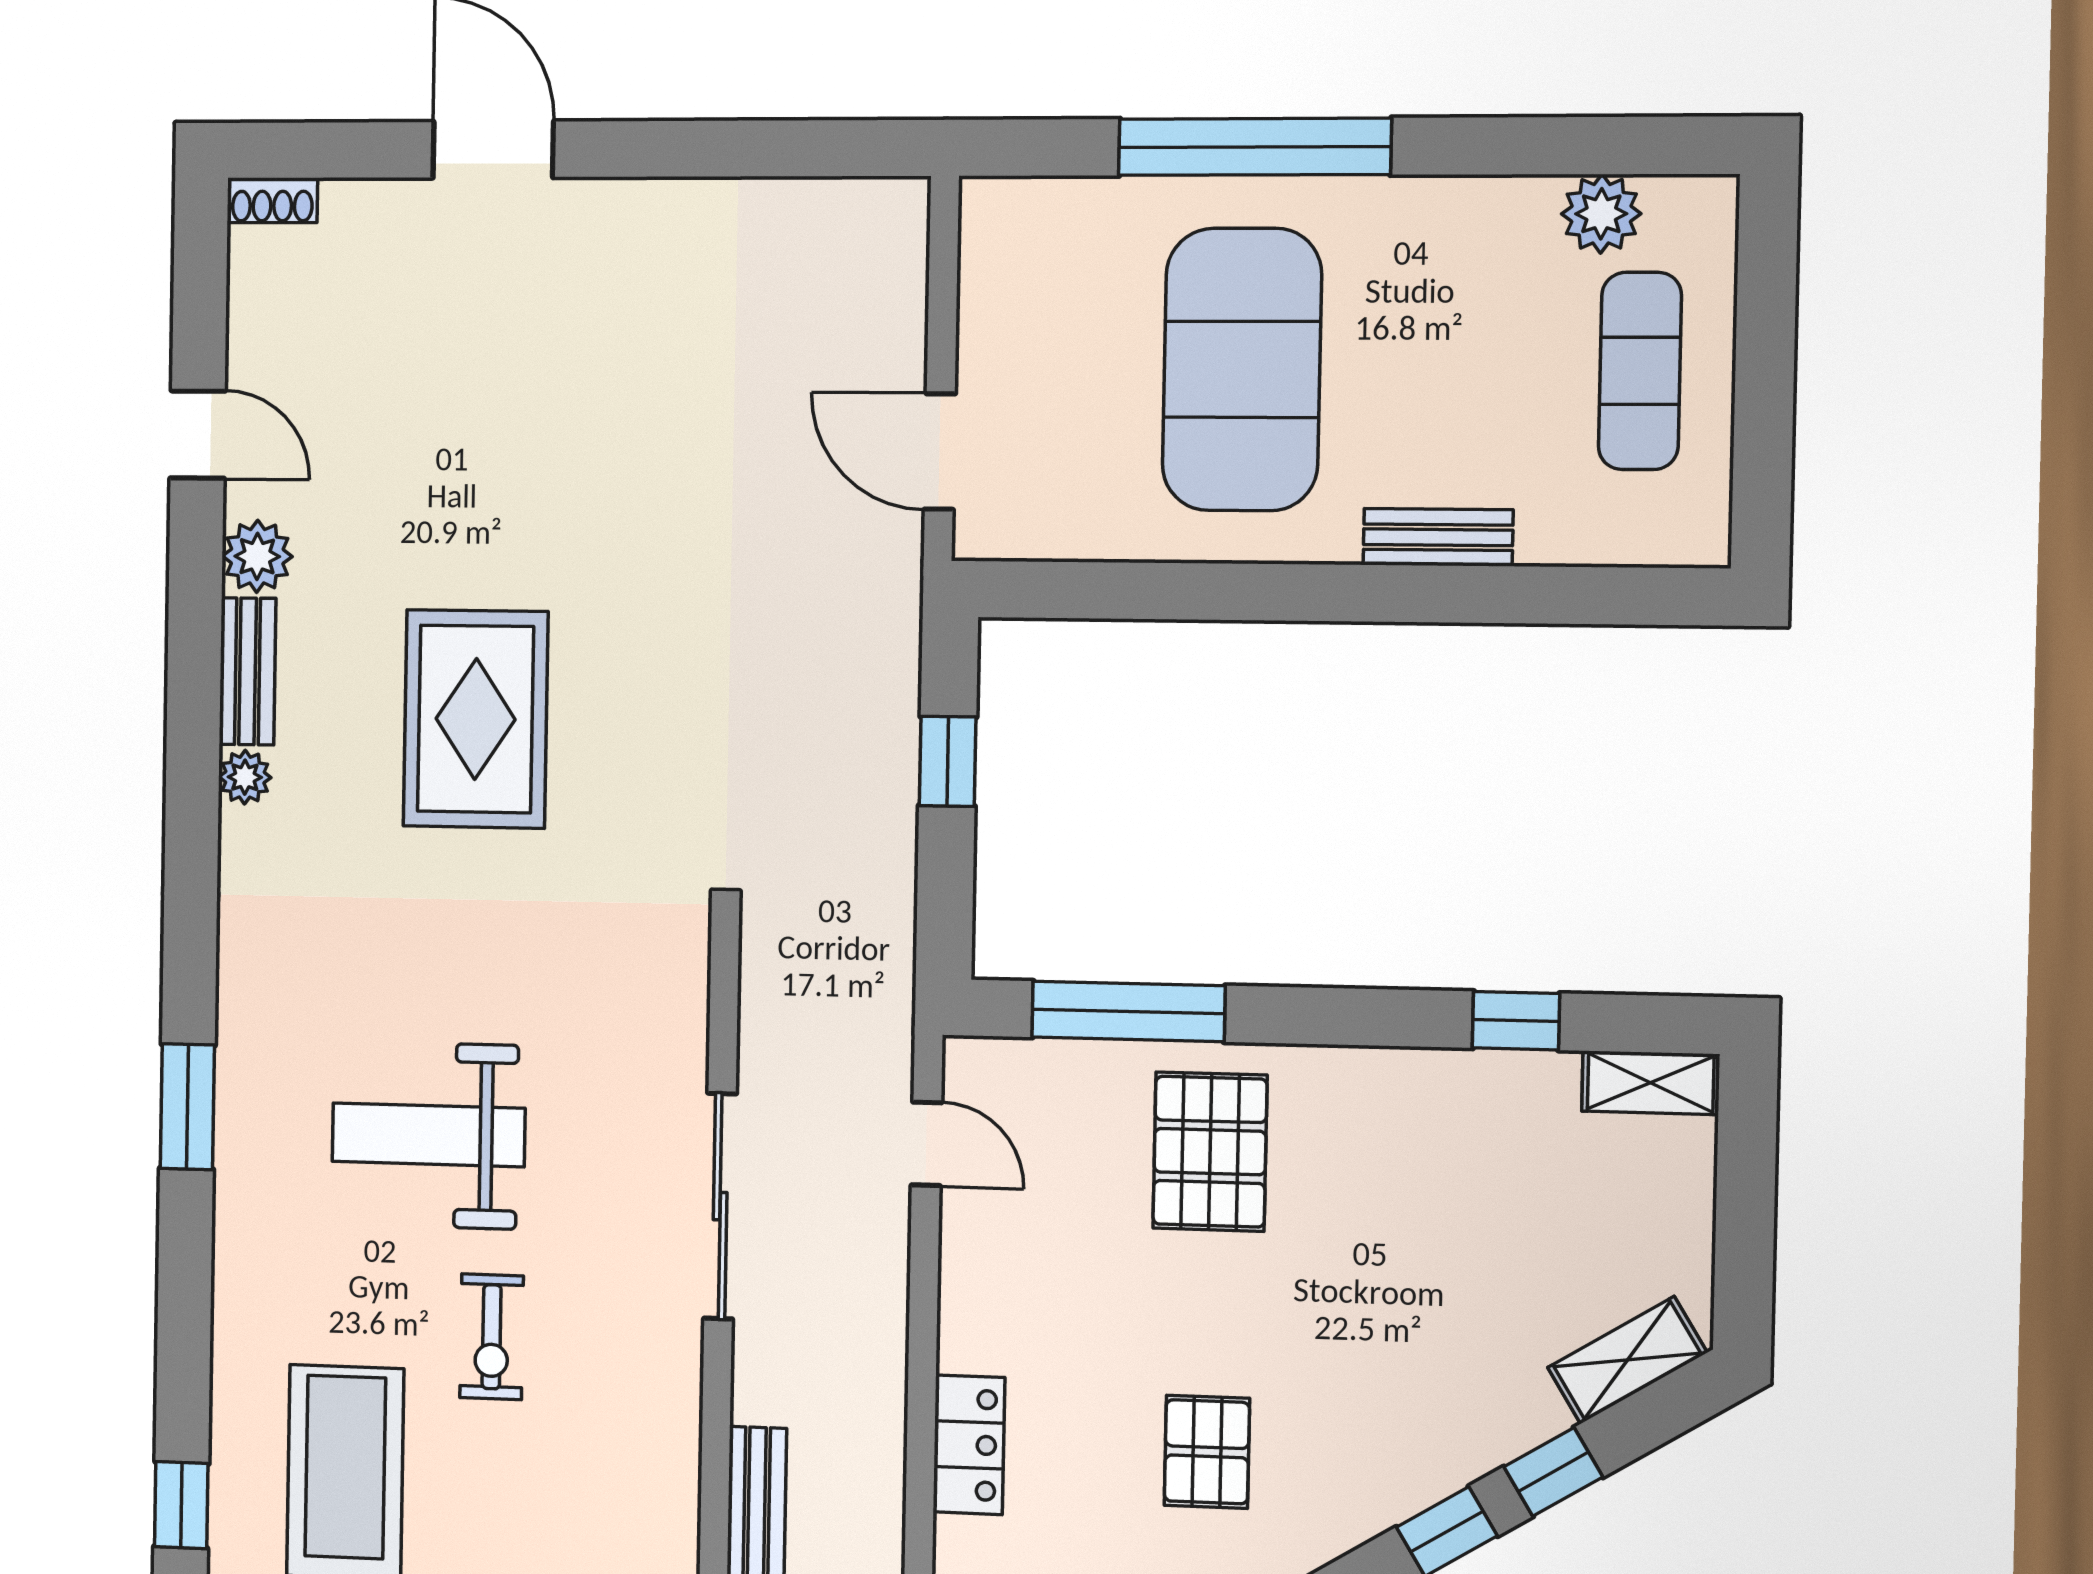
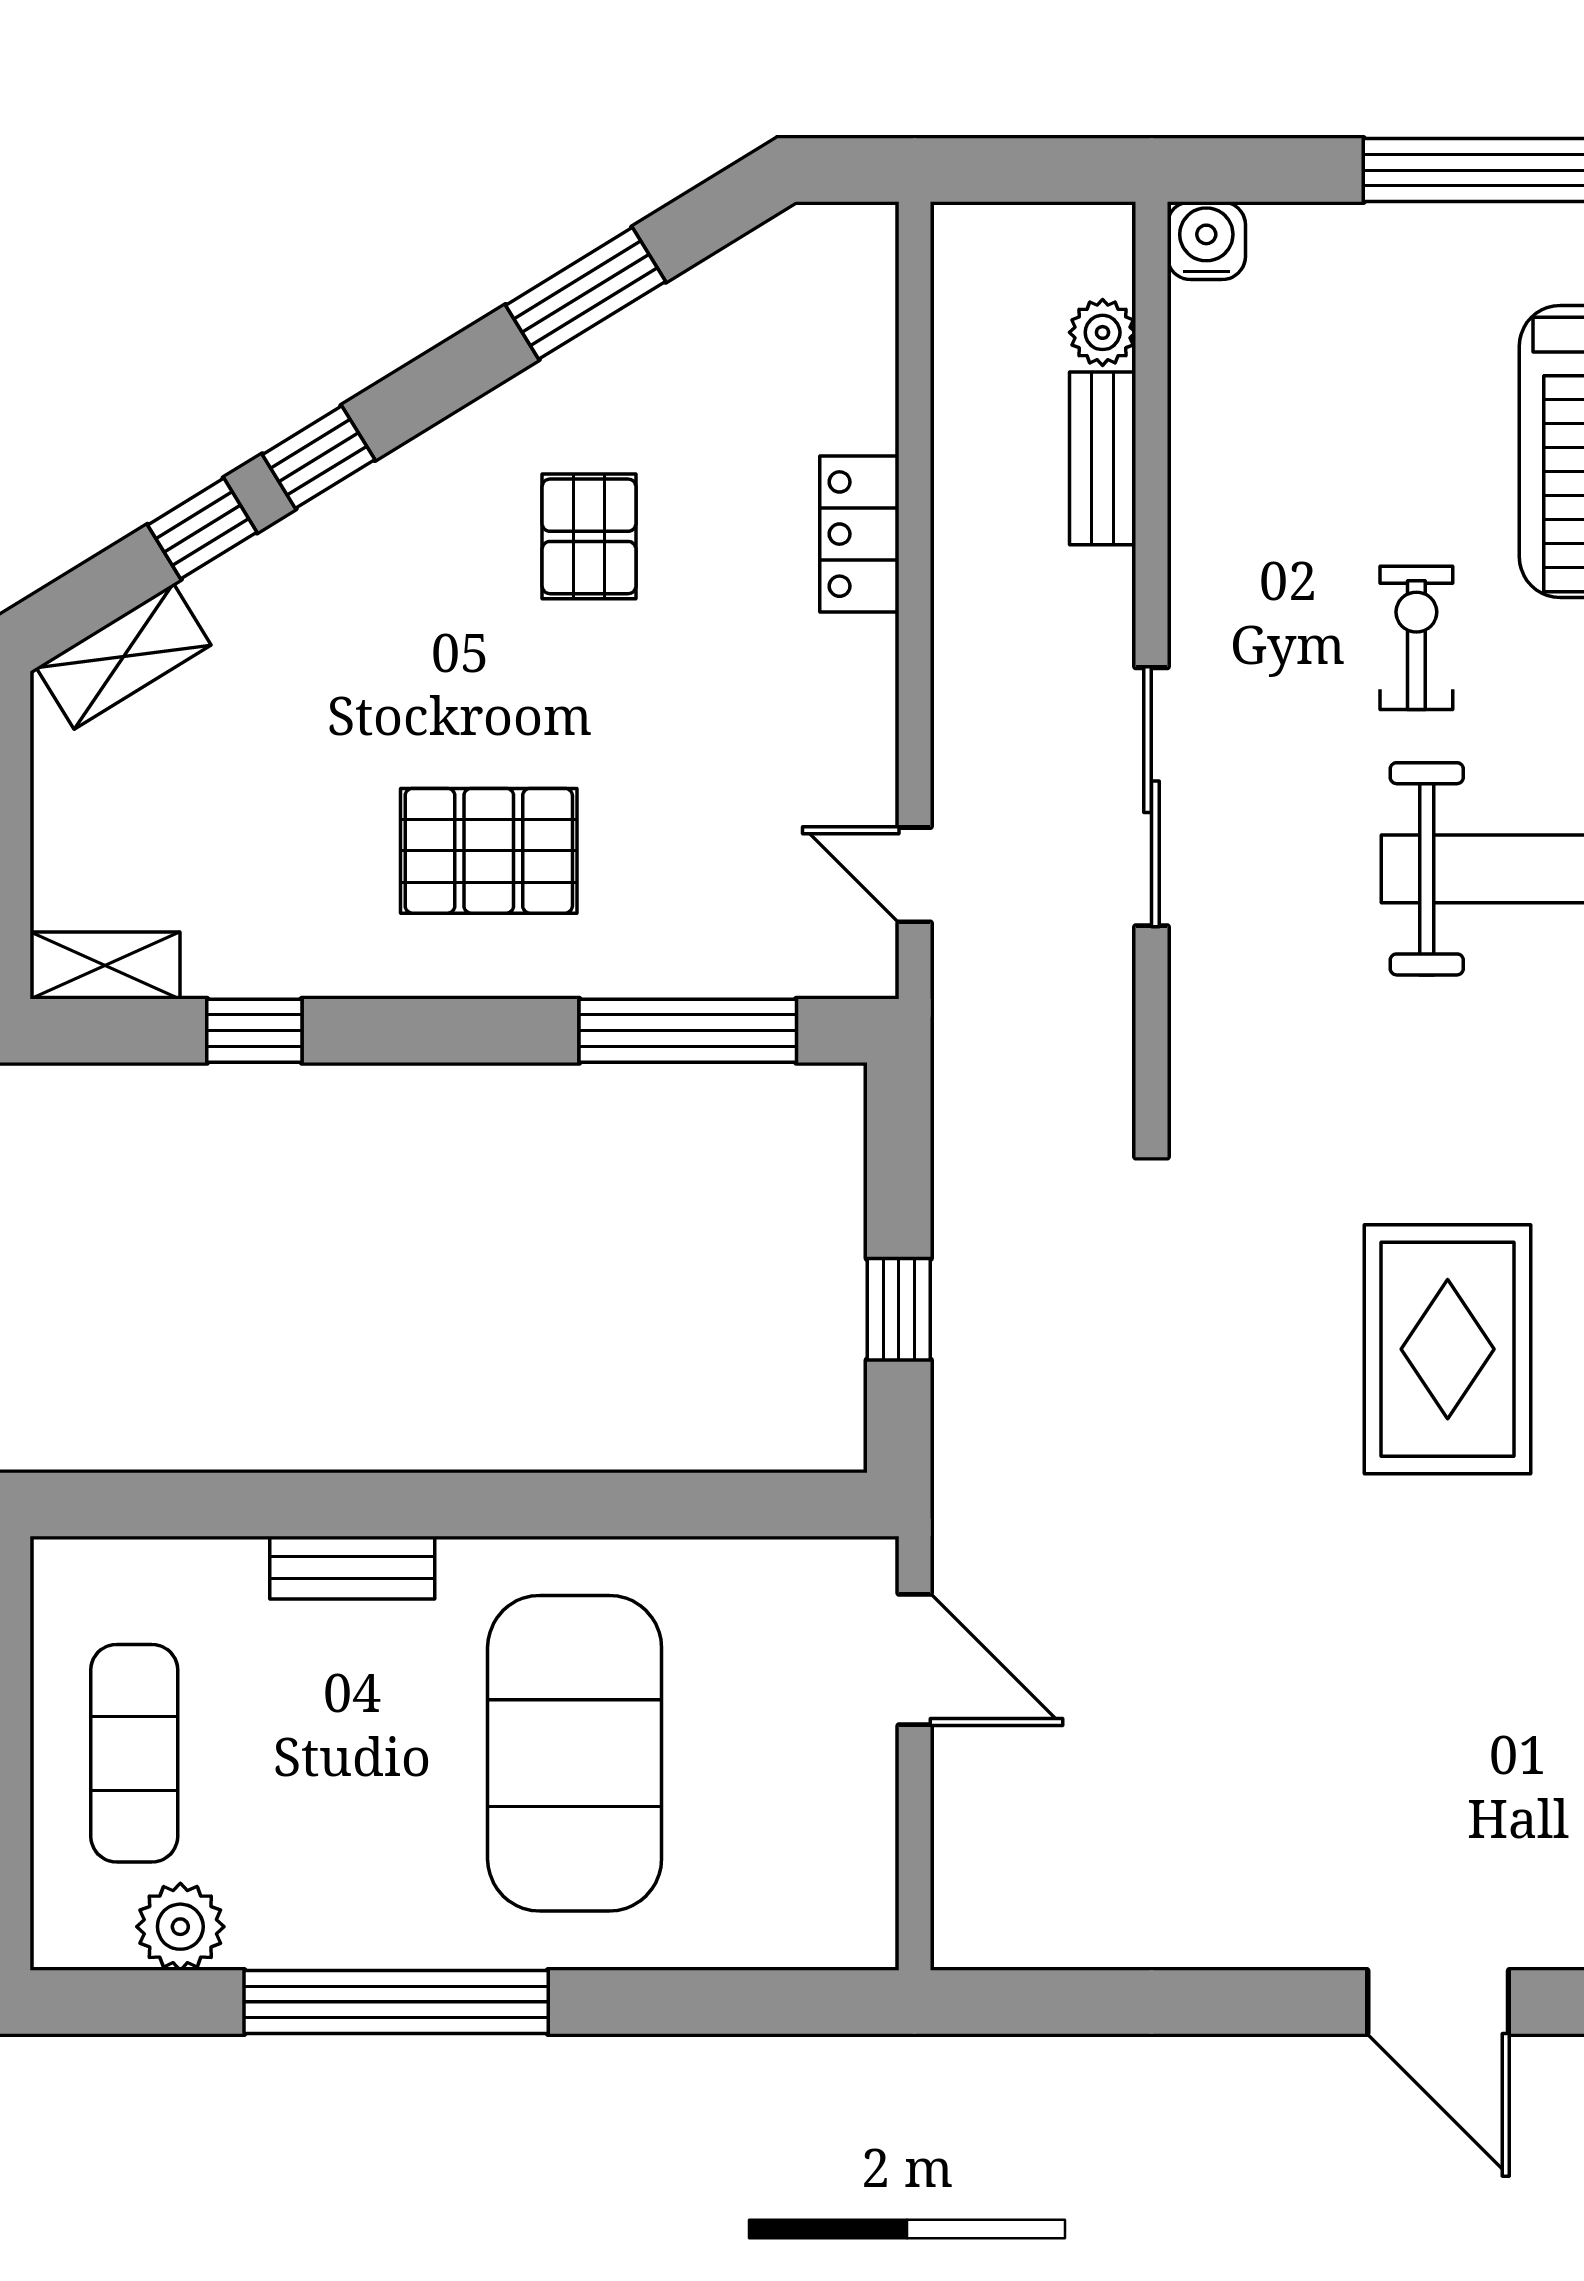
window: (1255, 147) -> (396, 2002), moved
pallet: (1210, 1152) -> (489, 851), moved, turned 90

